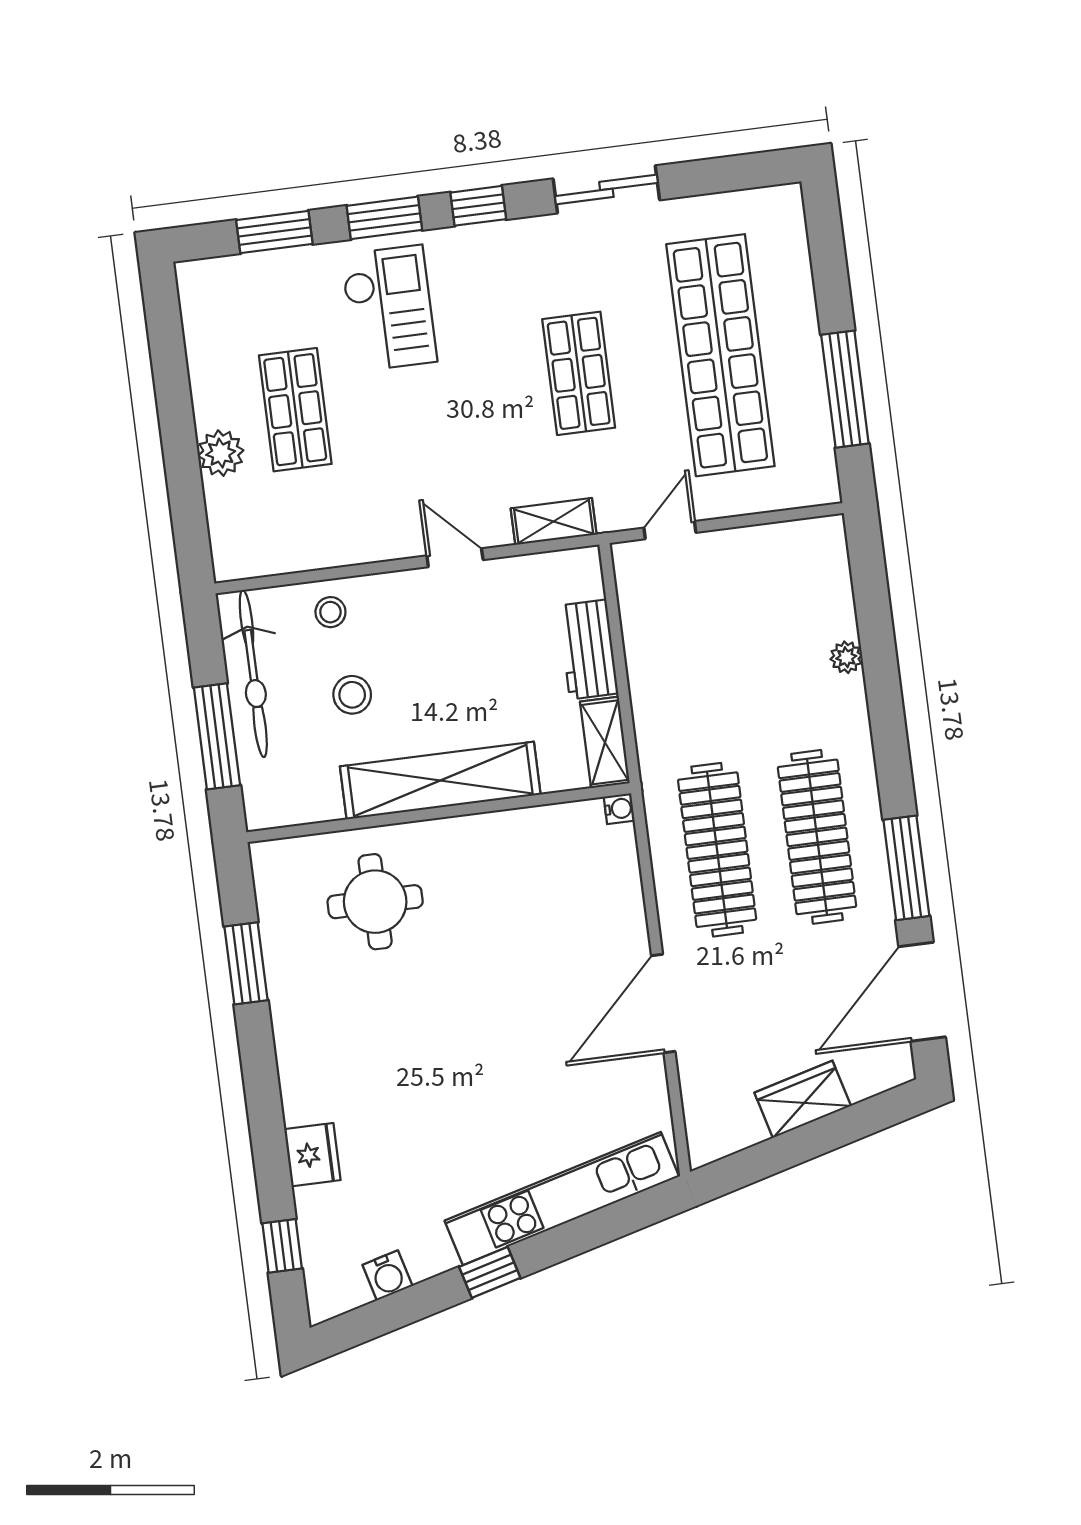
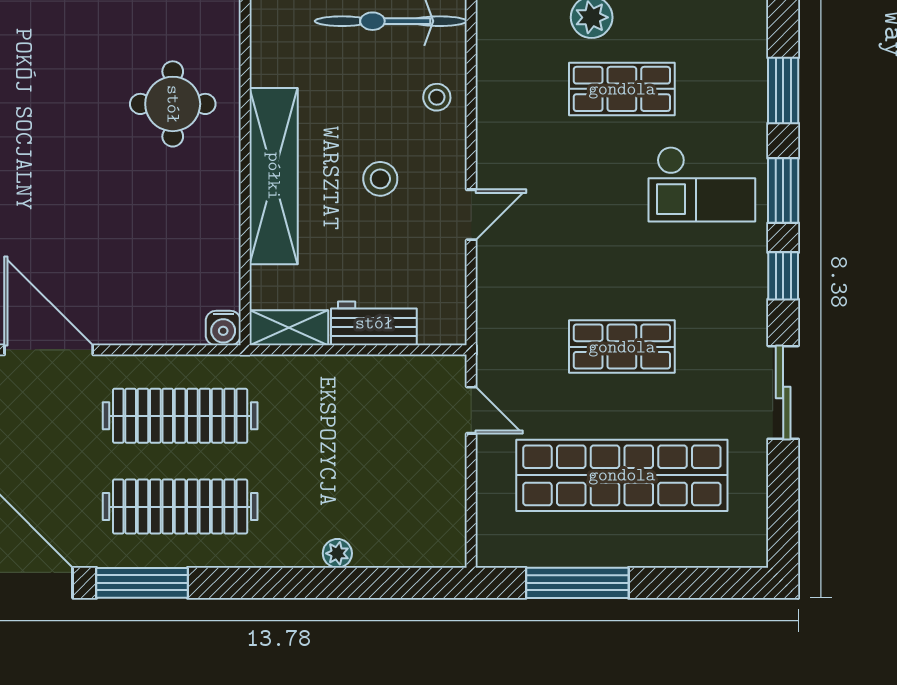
shelving: (554, 521) -> (492, 307), removed
stool: (352, 695) -> (380, 179), moved
water cooler: (619, 809) -> (223, 328), width x1.38, depth x1.38

